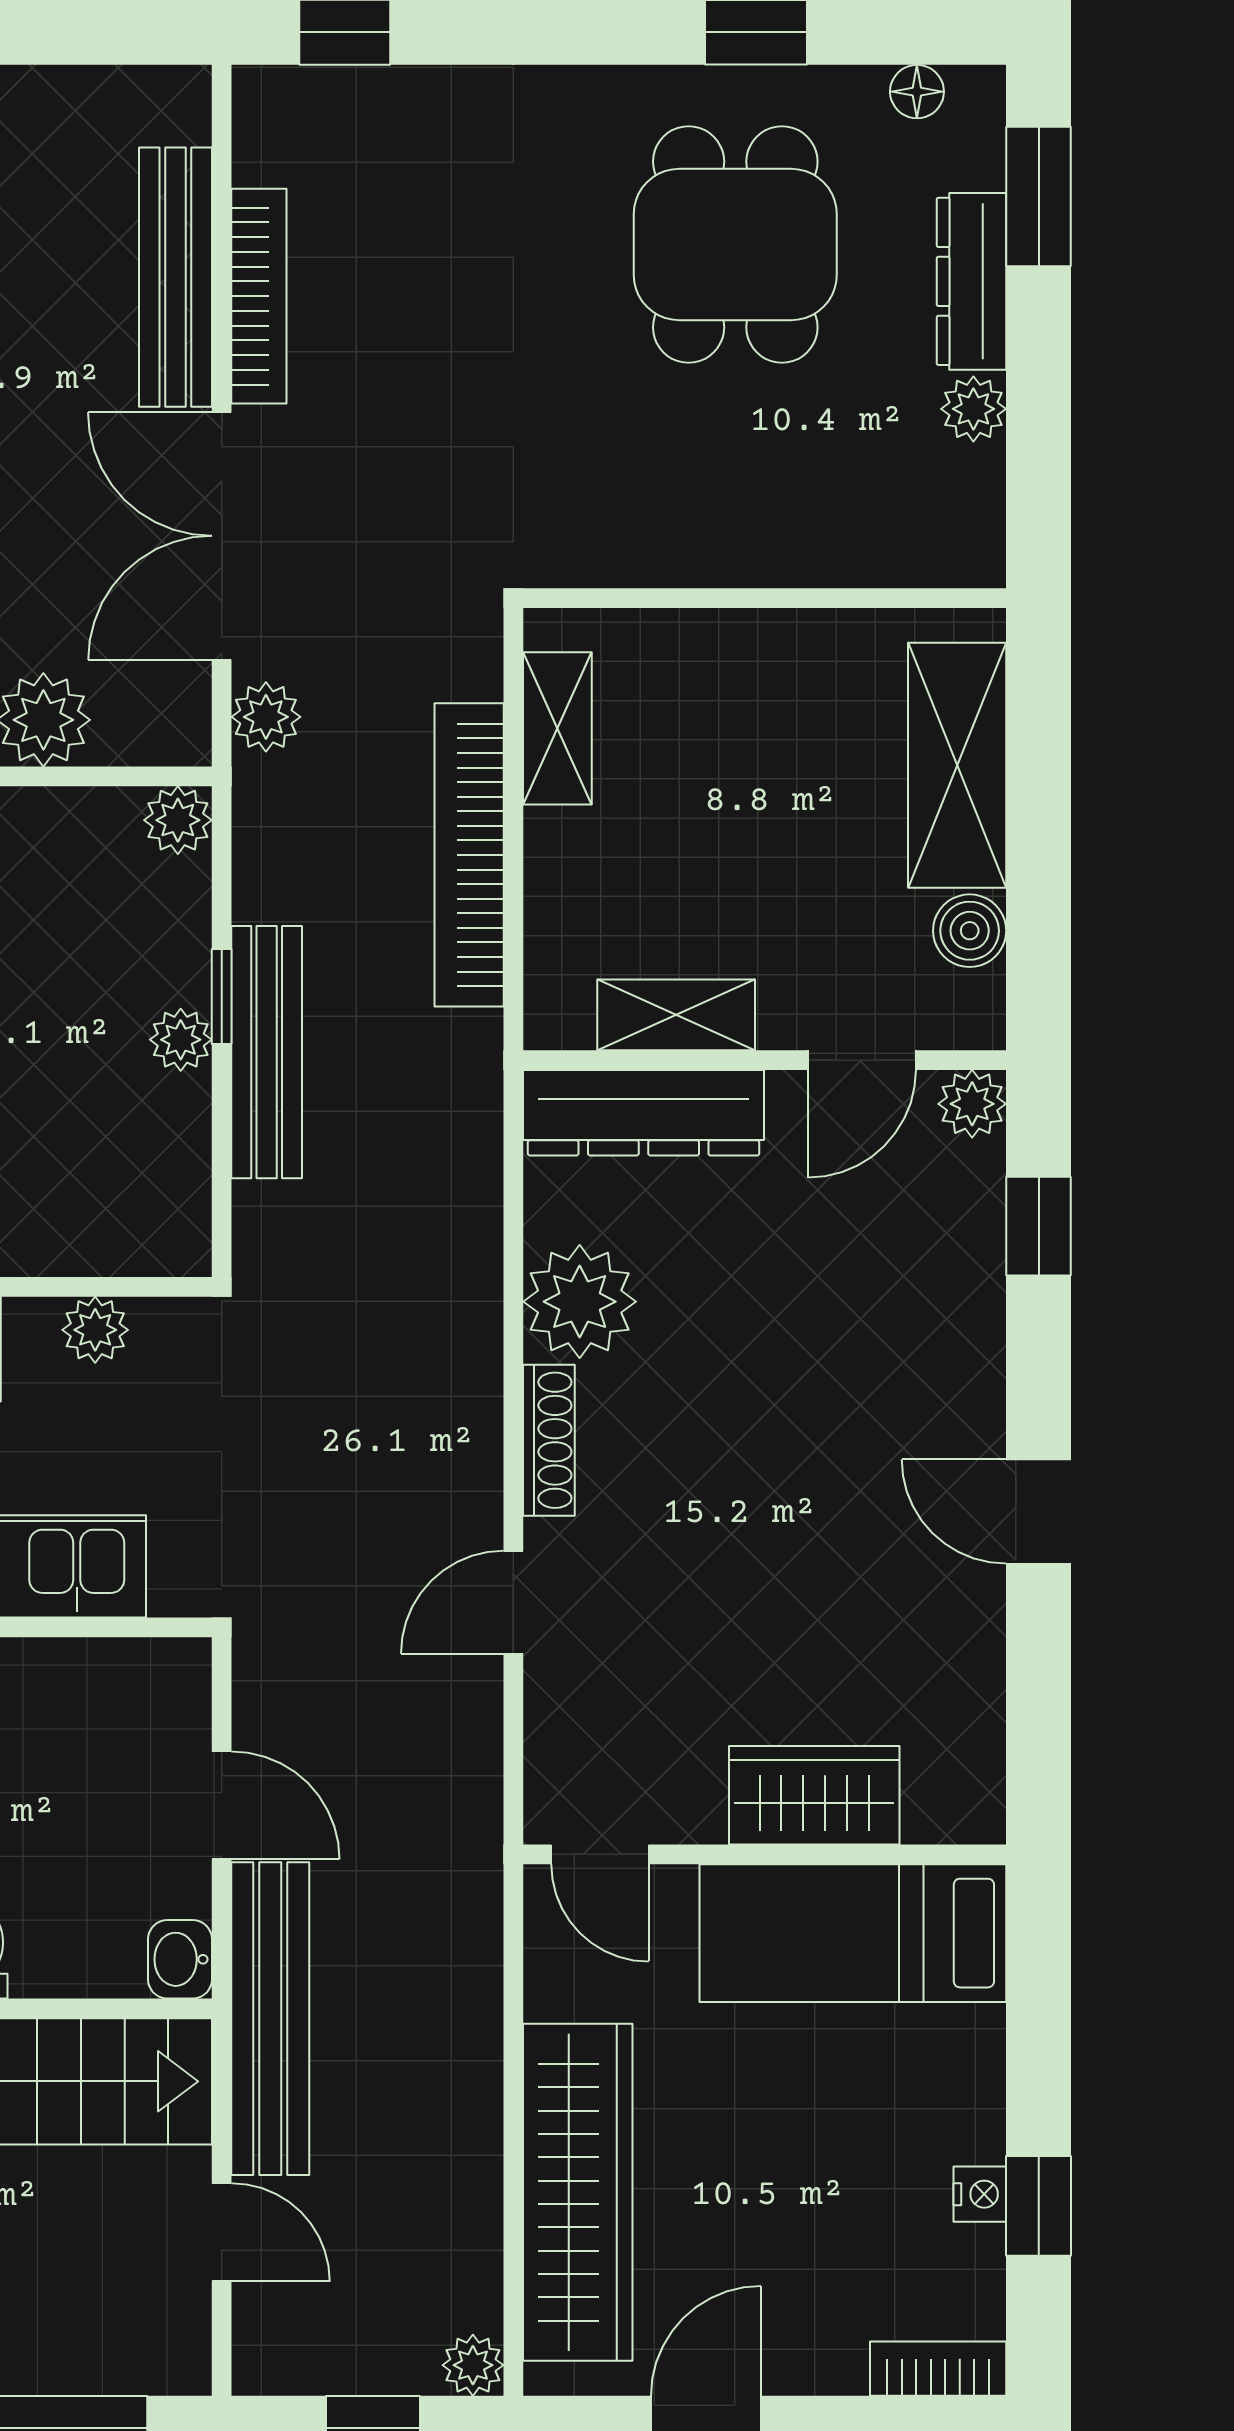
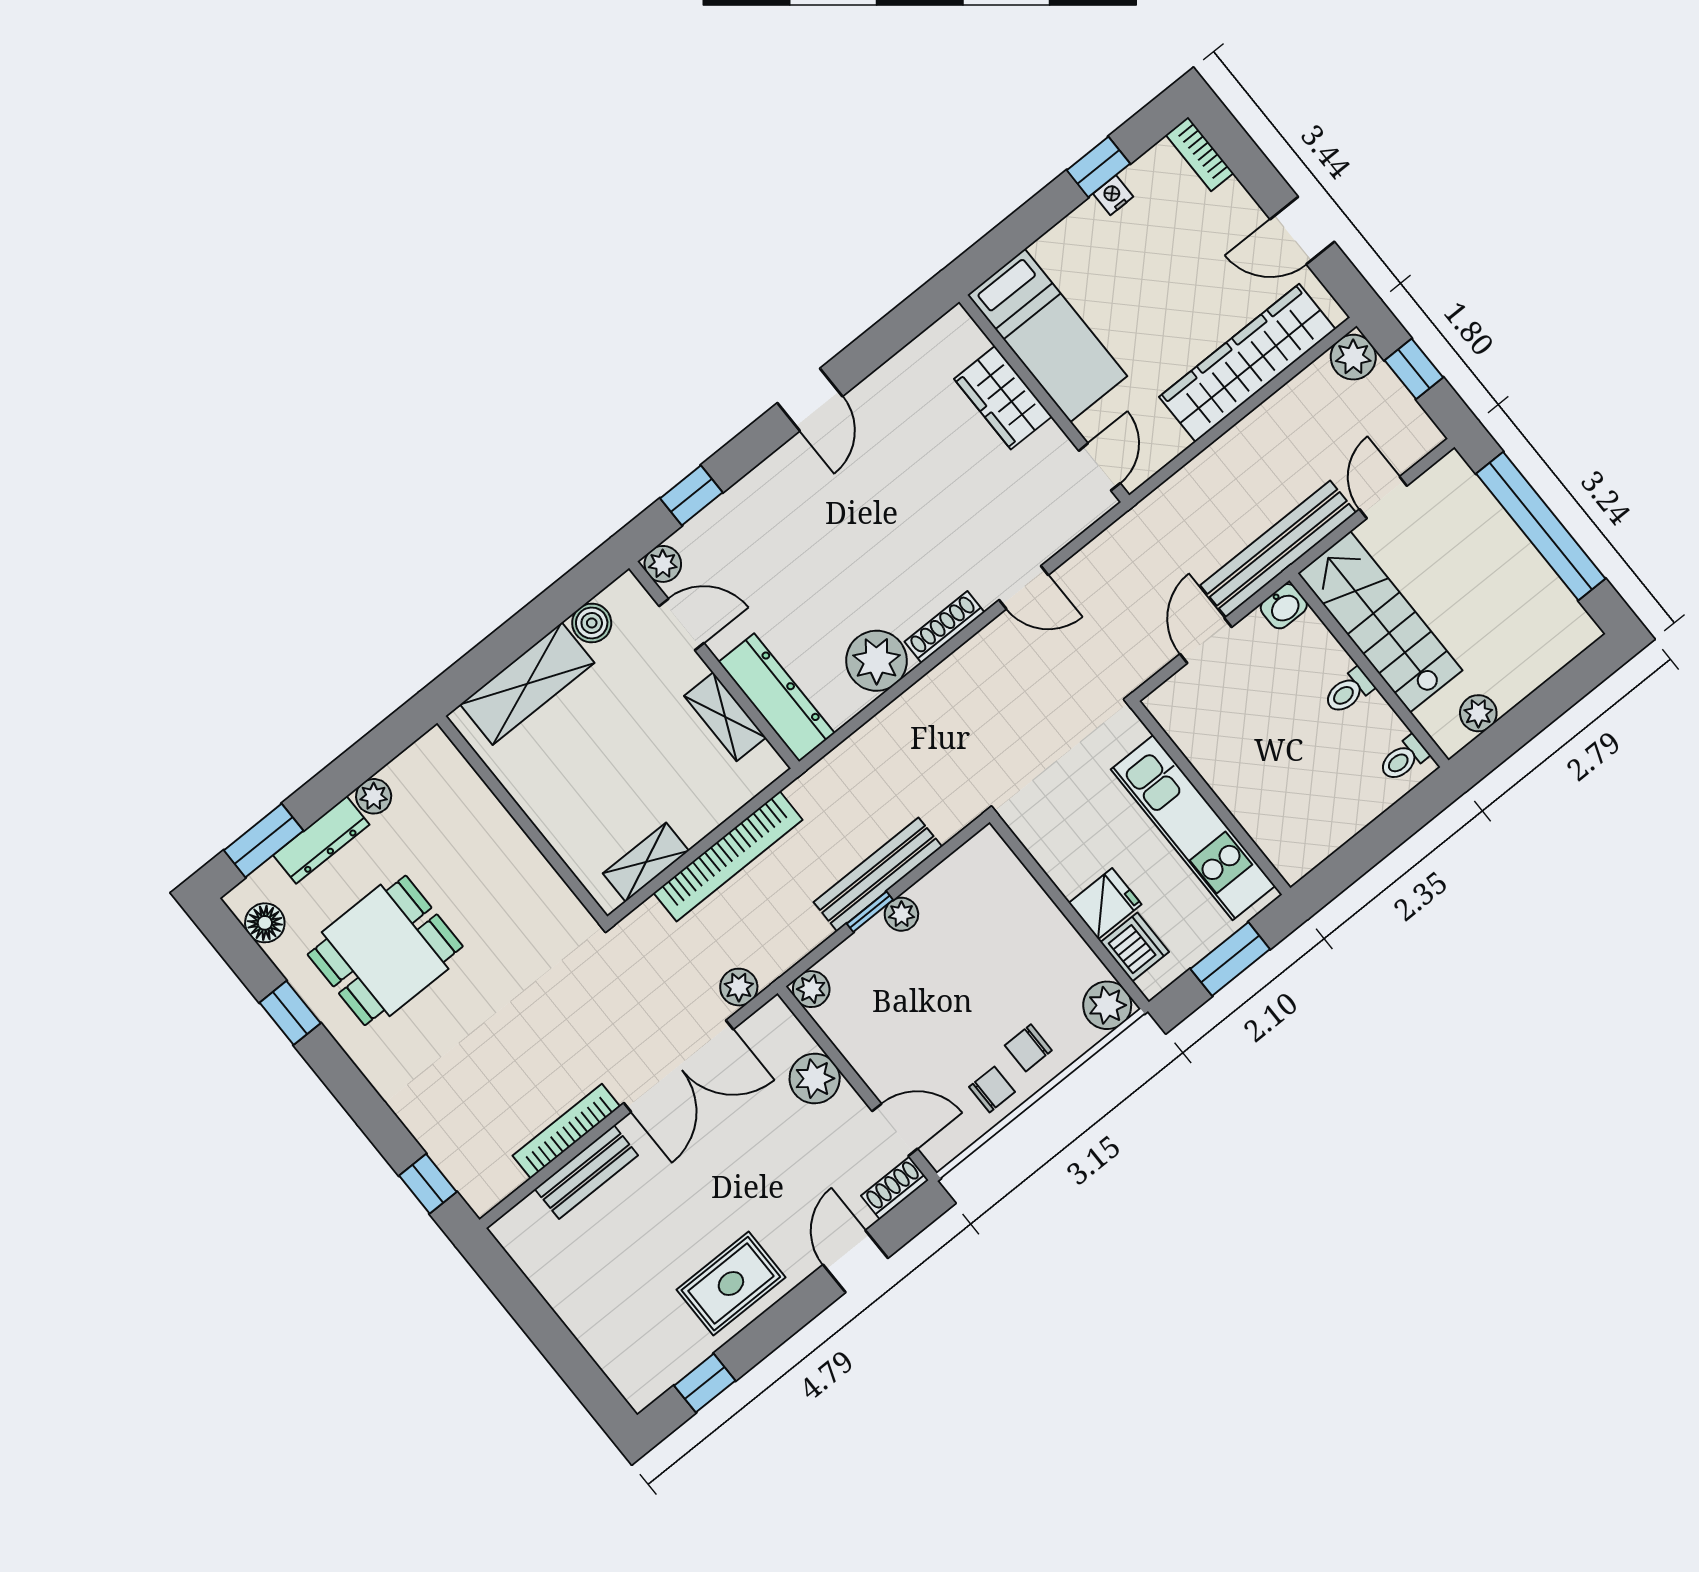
floor lamp: (917, 92) -> (265, 923), width x1.37, depth x1.37
bench: (175, 277) -> (586, 1172), width x0.73
plant: (95, 1330) -> (1051, 853), removed
plant: (473, 2365) -> (1353, 357), width x1.38, depth x1.38

